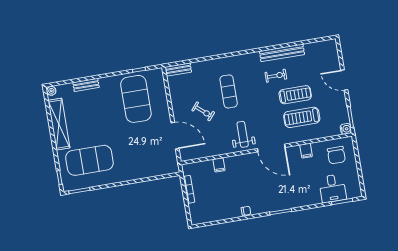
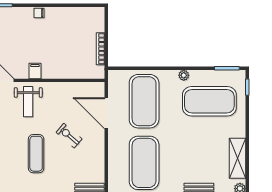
shelving: (59, 124) -> (238, 158), width x0.68
exercise mat: (145, 151) -> (144, 101), added
filing cabinet: (219, 165) -> (35, 71), moved
plant: (115, 179) -> (184, 75), added

